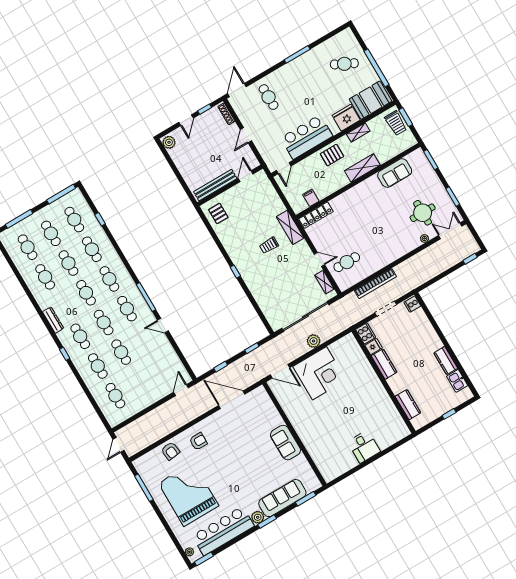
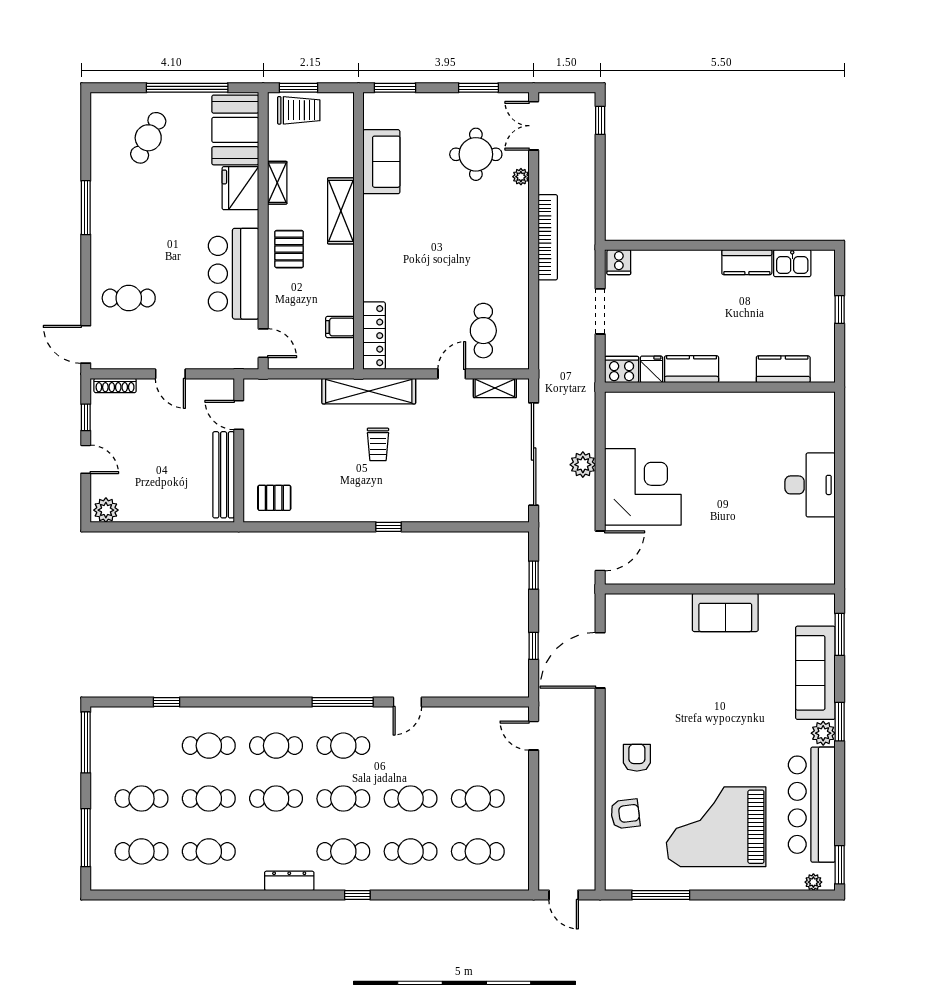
cafe table: (74, 220) -> (478, 799), moved
shelving: (290, 227) -> (369, 391), width x1.47
bookcase: (375, 284) -> (548, 237), moved
desk: (364, 447) -> (810, 485), width x1.37

